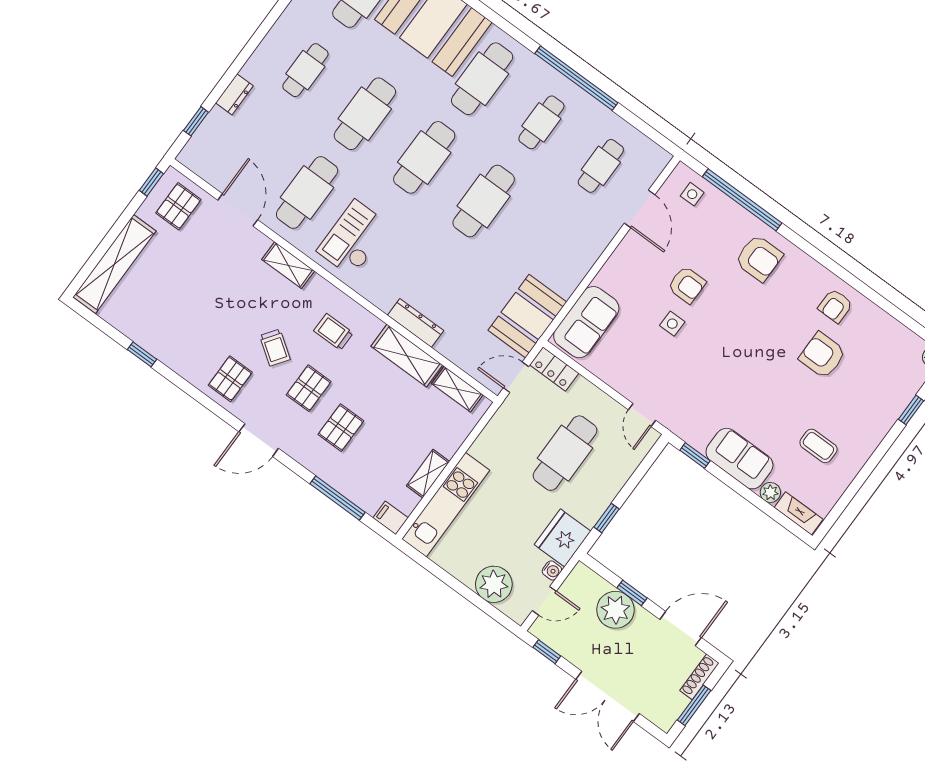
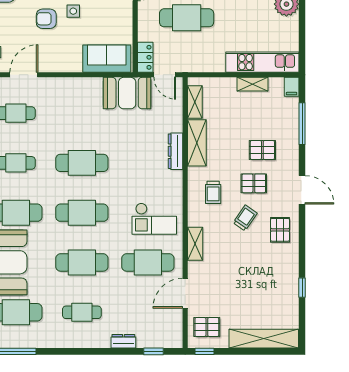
armchair: (687, 285) -> (46, 19), turned -90
pallet: (230, 379) -> (280, 230), turned 90

